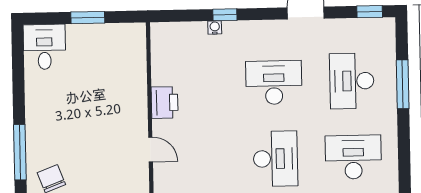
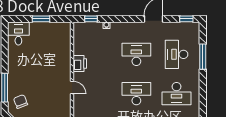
window: (225, 15) -> (91, 19), moved
desk: (353, 157) -> (176, 94), turned 180
desk: (275, 159) -> (136, 94), turned -90

